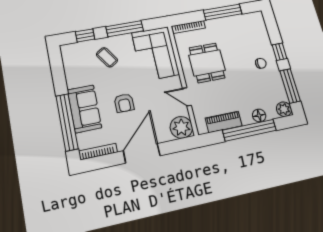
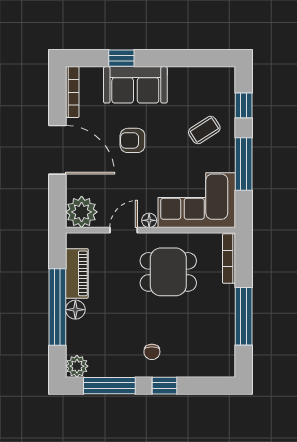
floor lamp: (176, 81) -> (149, 220), added
floor lamp: (259, 115) -> (75, 310), moved
window: (67, 122) -> (121, 58), width x0.32

